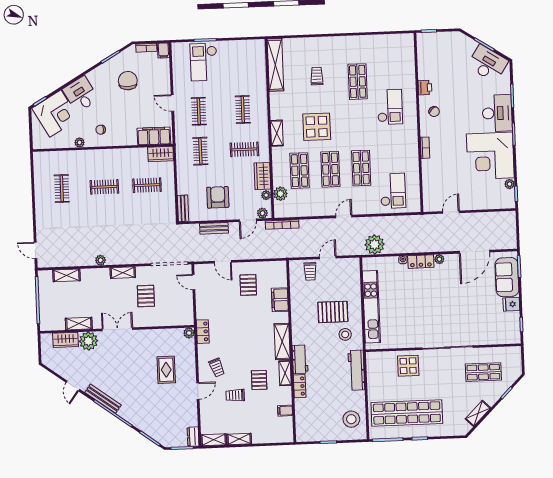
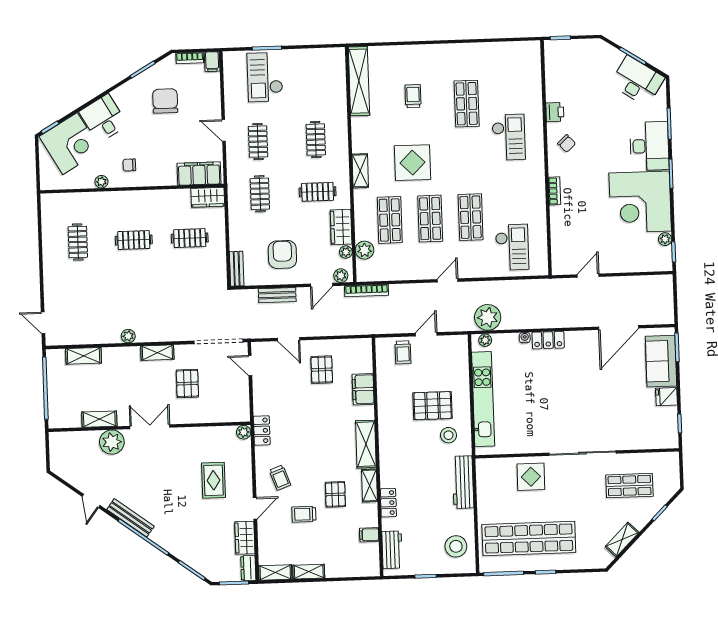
plant: (439, 259) -> (485, 340), moved
wardrobe: (66, 340) -> (245, 538), moved, turned 90
workbench: (300, 359) -> (392, 550), moved

